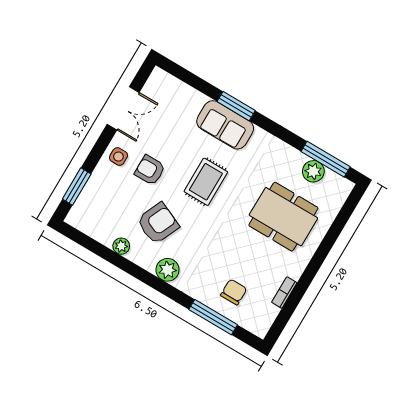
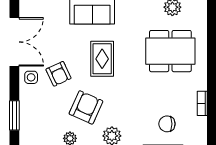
double door: (123, 108) -> (14, 42), width x1.37
armchair: (150, 170) -> (59, 74), turned -115
chair: (234, 292) -> (167, 124), turned -90

